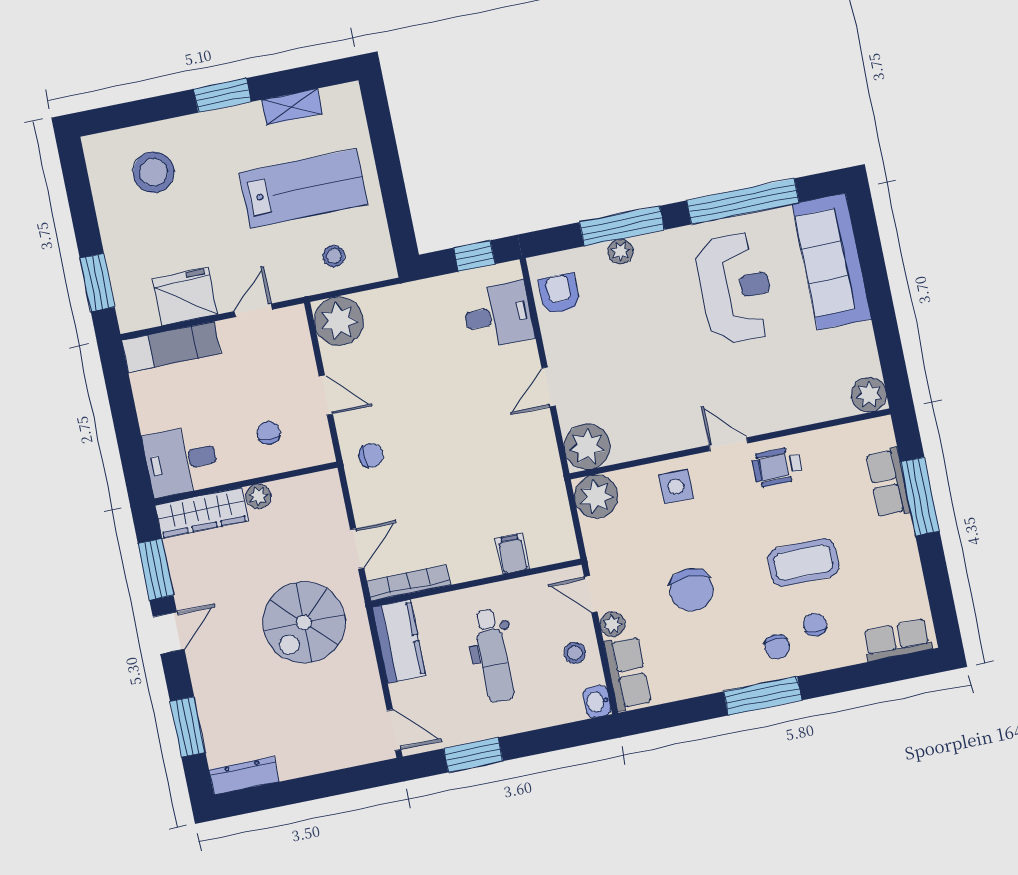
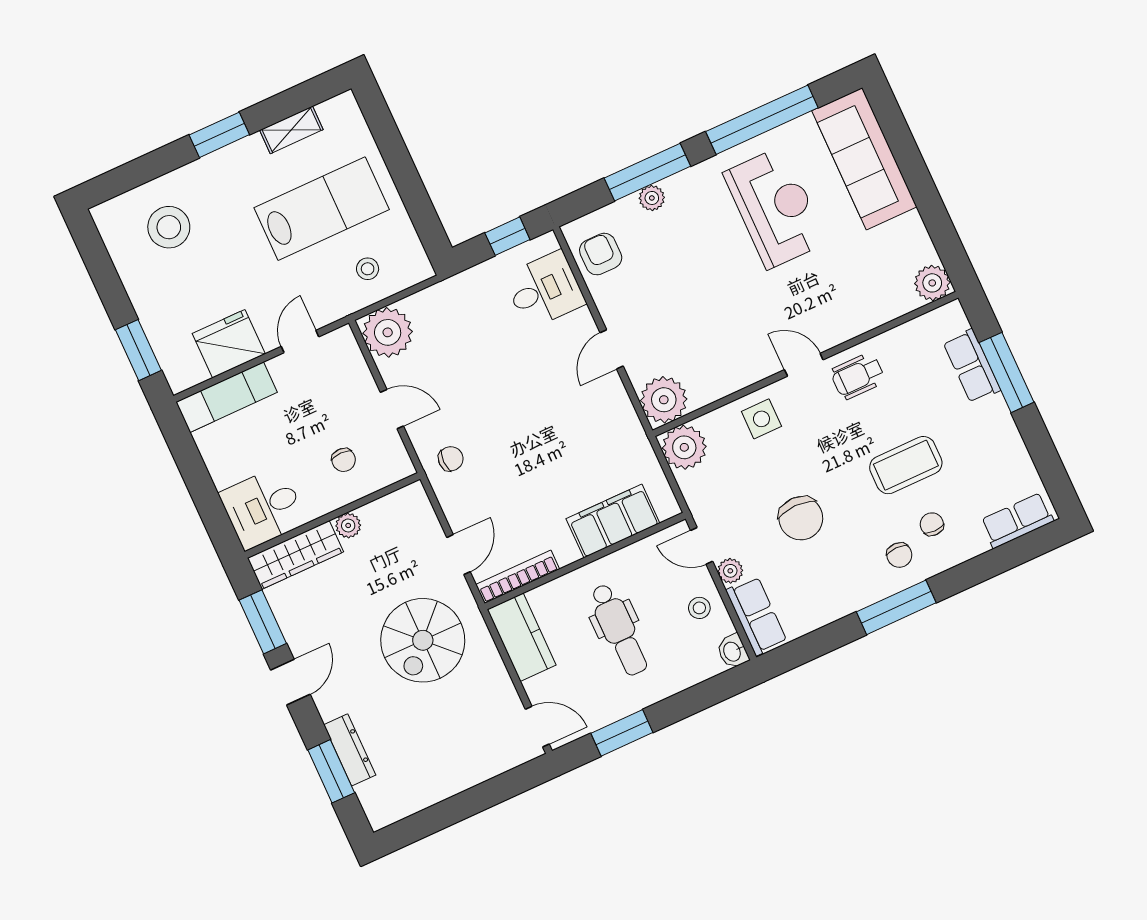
chair: (269, 433) -> (344, 460), turned 180
filing cabinet: (512, 554) -> (613, 521), width x3.00, depth x1.17
dresser: (244, 776) -> (350, 750), moved, turned 90

